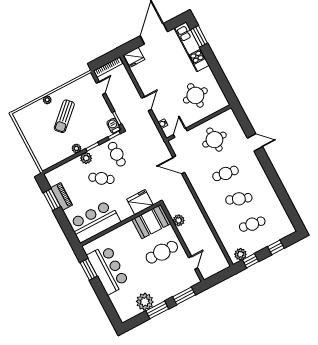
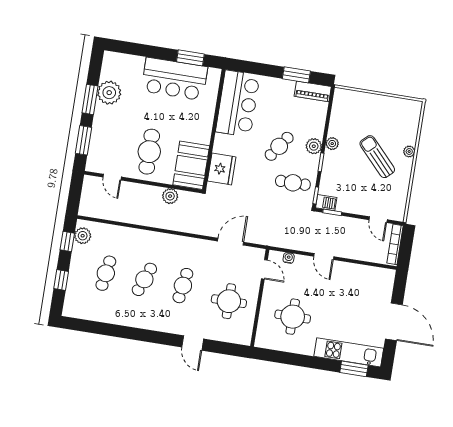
fridge: (134, 57) -> (384, 281), removed
door: (255, 142) -> (193, 343), hinge flipped
piano: (62, 196) -> (313, 91), moved

